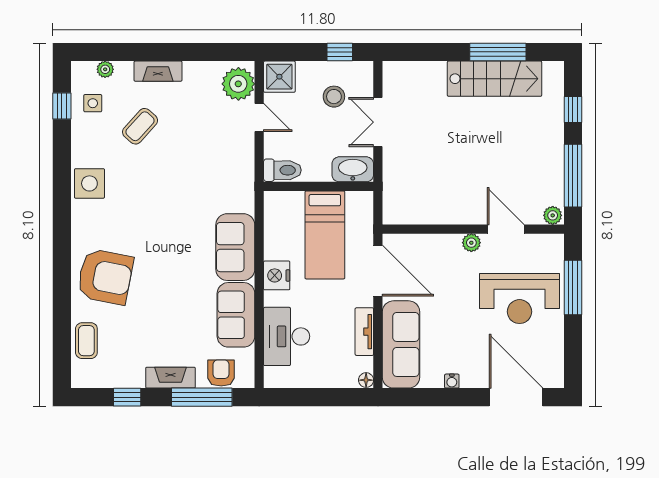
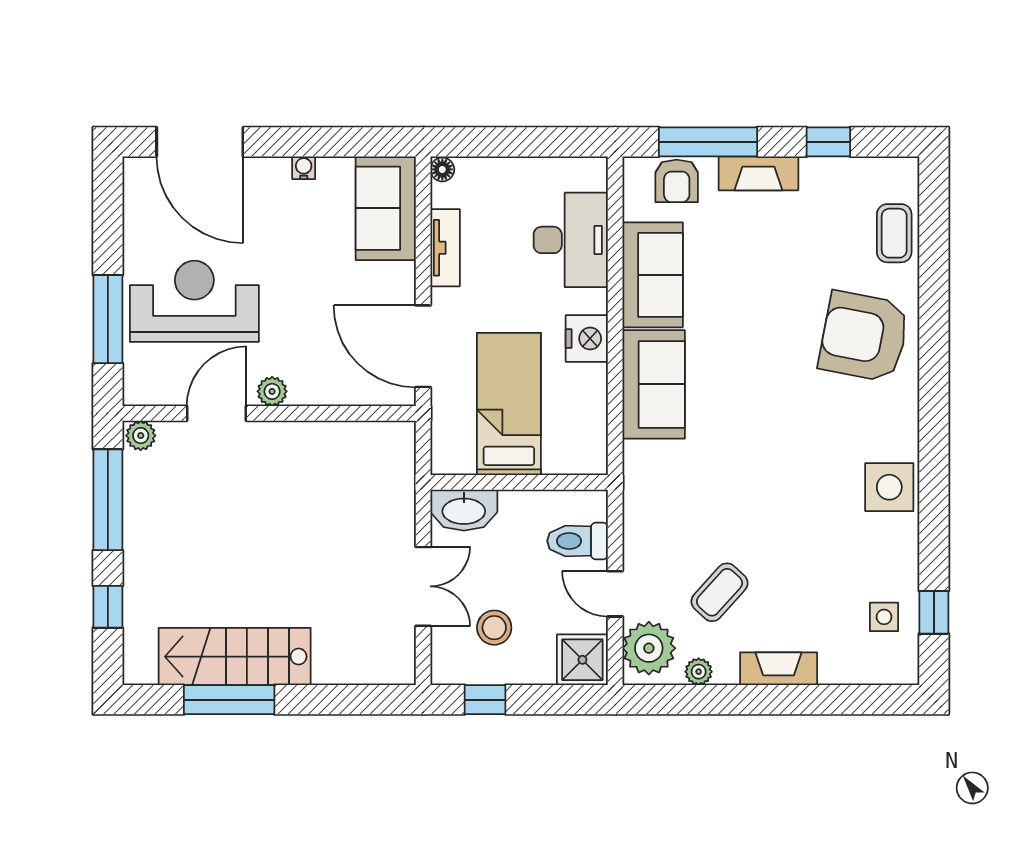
plant: (105, 69) -> (699, 672), moved
coffee table: (140, 126) -> (720, 592), moved
toilet: (282, 170) -> (577, 541), moved
door: (506, 229) -> (217, 413), swing flipped
sofa: (401, 344) -> (386, 208), width x0.73

